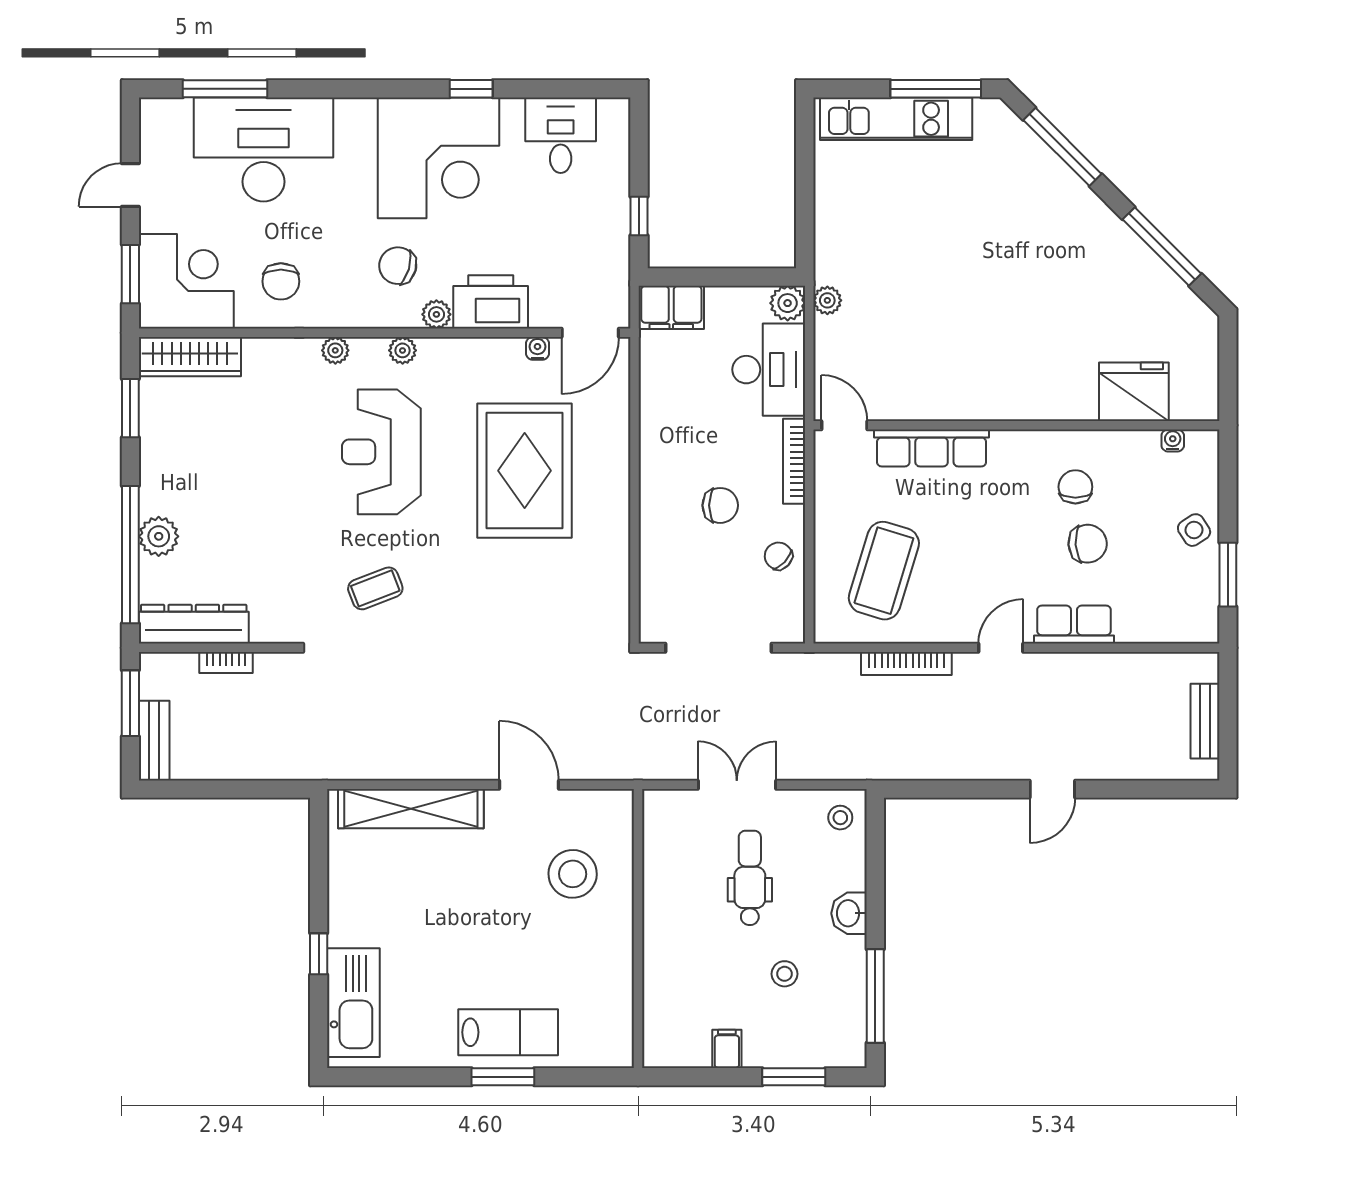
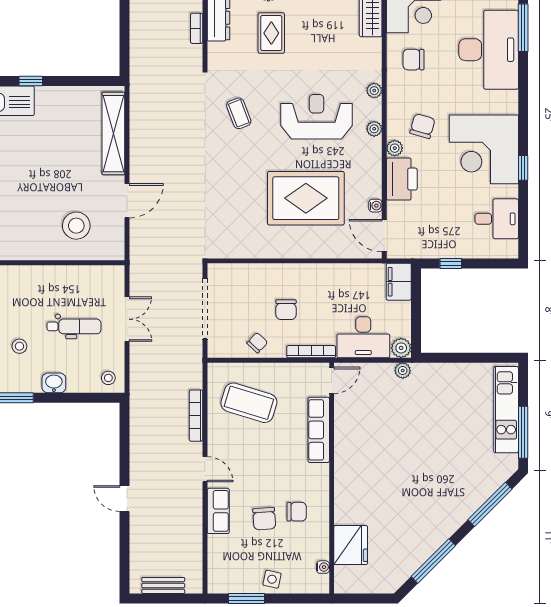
side table: (1194, 530) -> (272, 579), turned 45
rug: (234, 531) -> (271, 33), added

